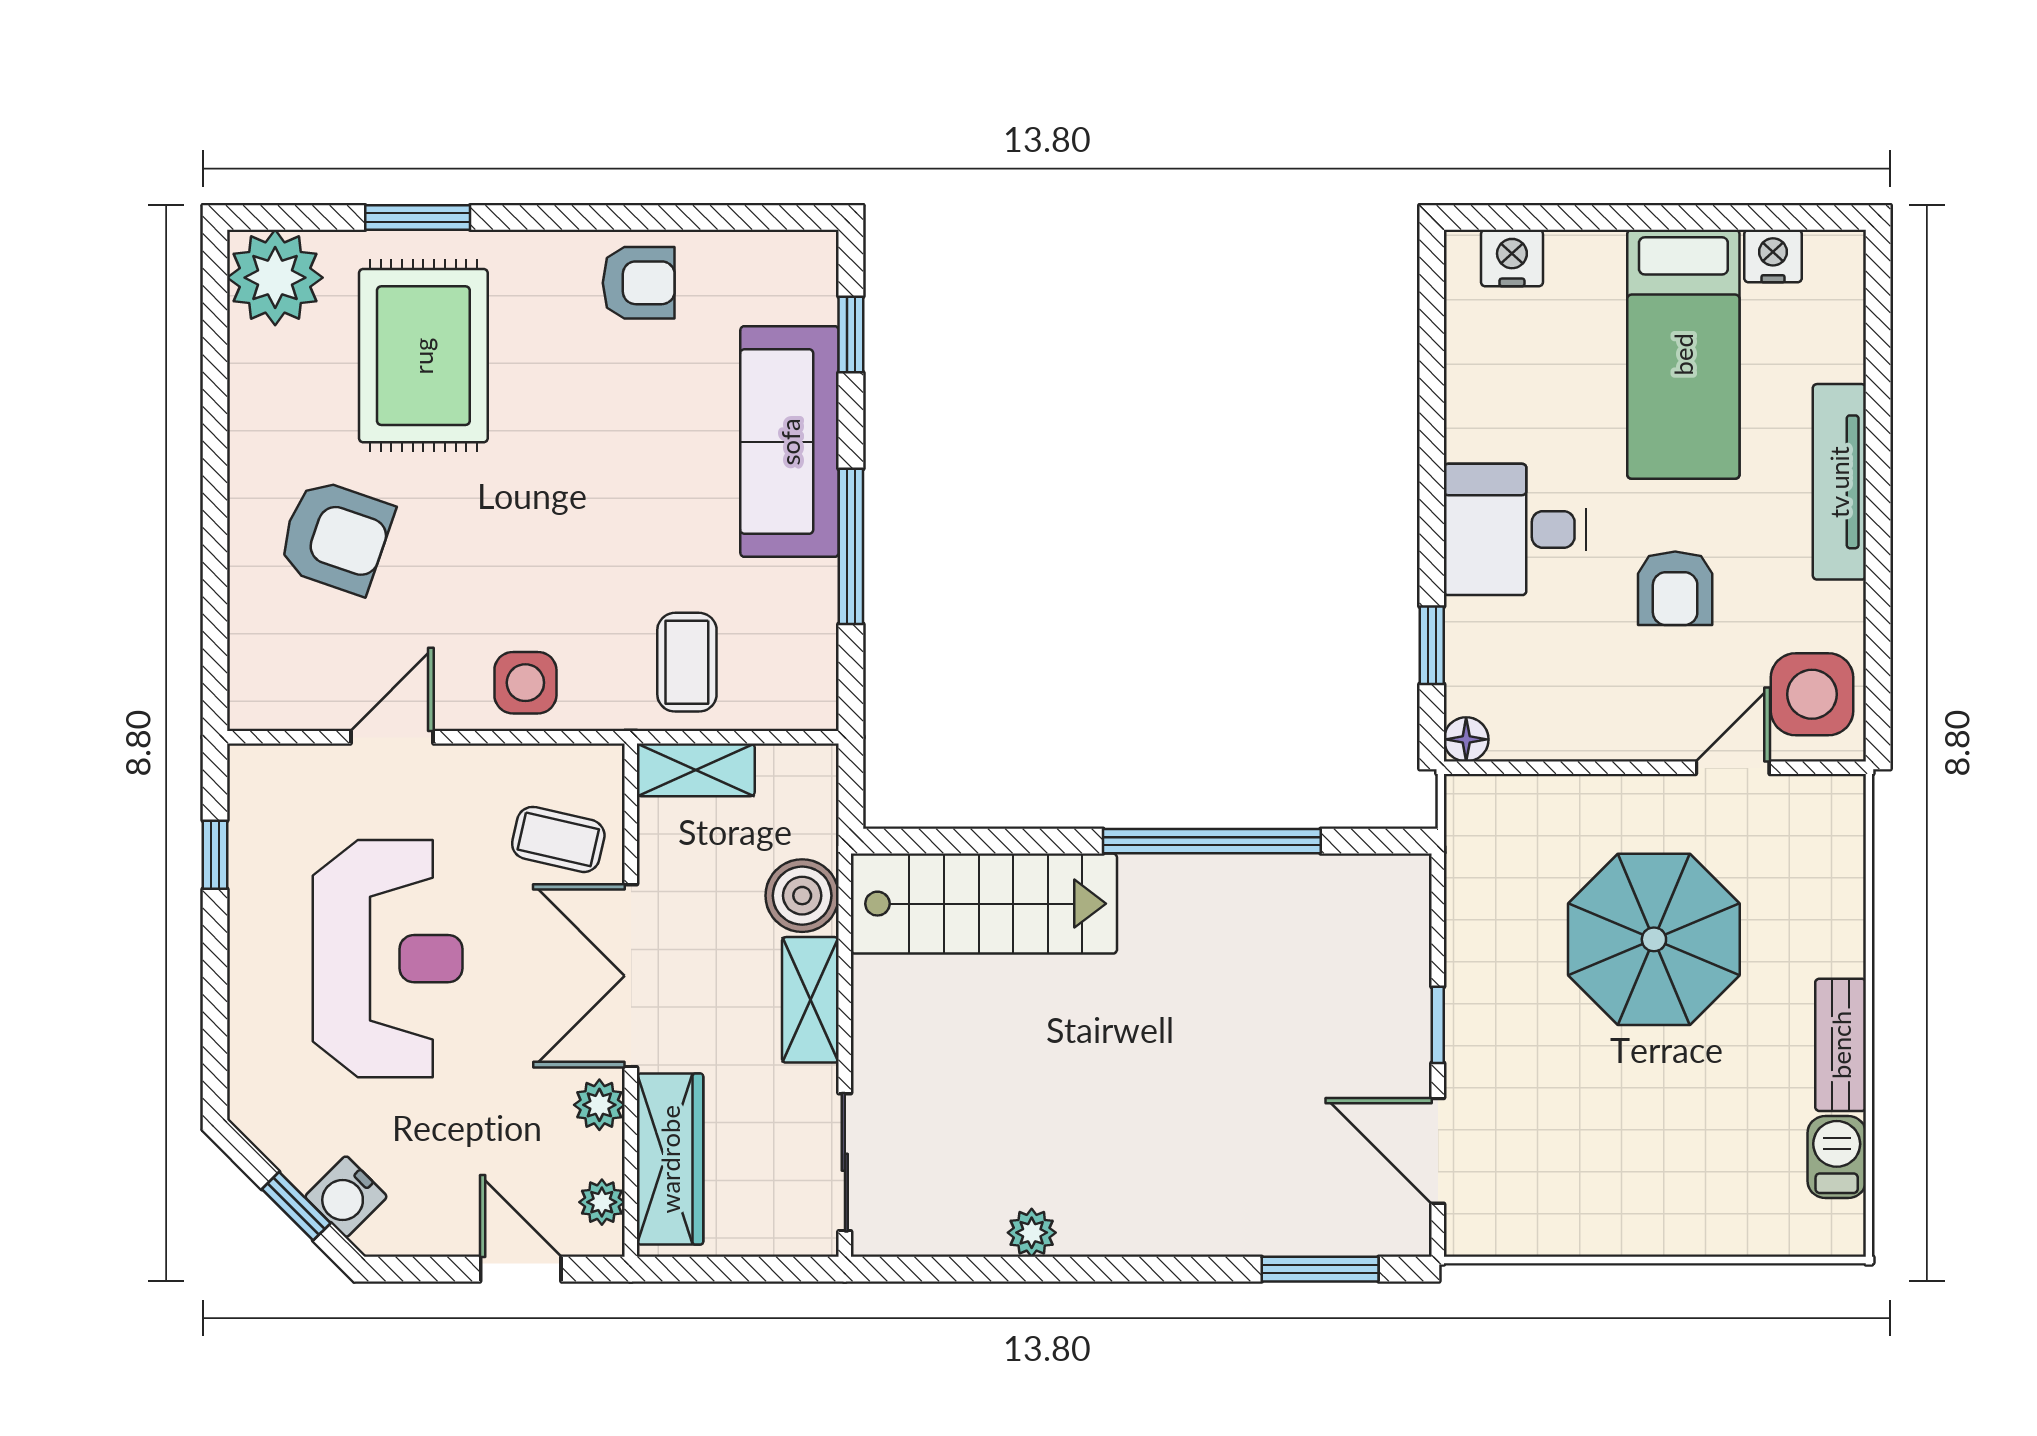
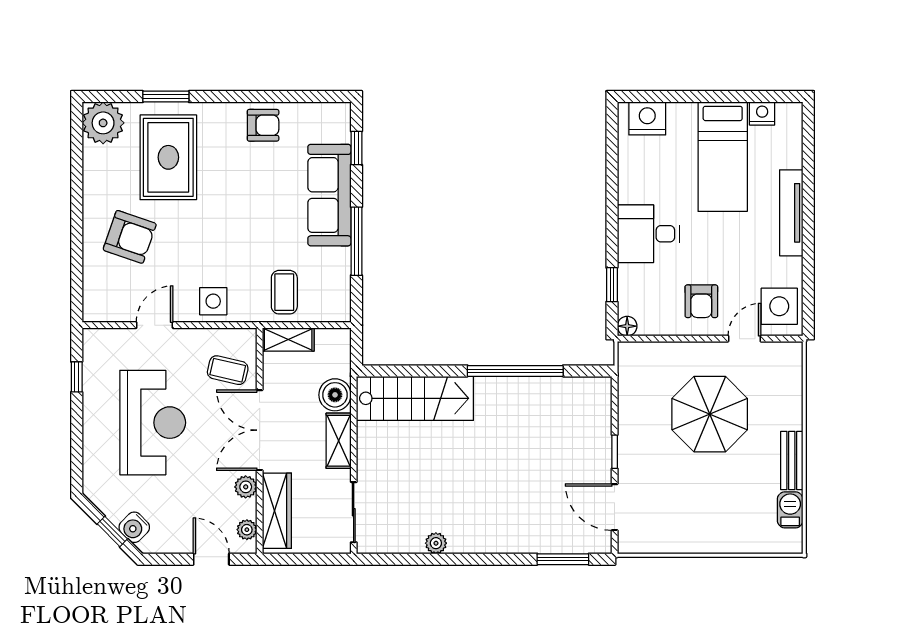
nightstand: (1512, 258) -> (647, 118), width x1.36, depth x1.33
armchair: (1675, 588) -> (701, 301), moved

